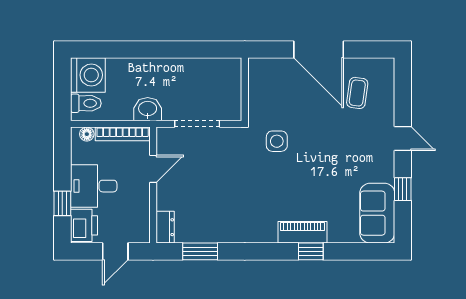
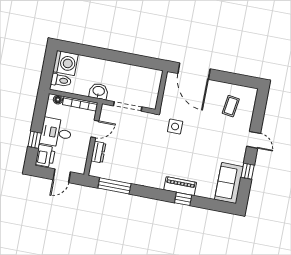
door: (319, 50) -> (194, 71), moved
dresser: (165, 227) -> (98, 152), moved
window: (200, 251) -> (114, 186), width x1.44

